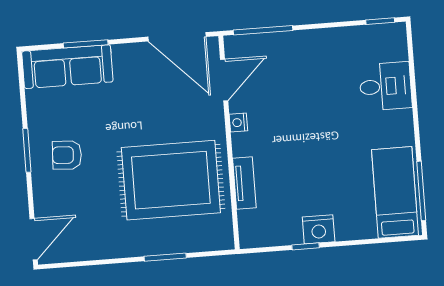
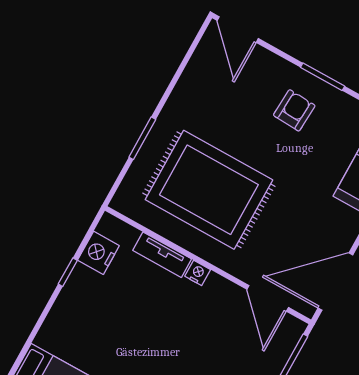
nightstand: (238, 122) -> (198, 273), moved
rug: (171, 180) -> (209, 190), turned 90
nightstand: (319, 229) -> (98, 253), moved

